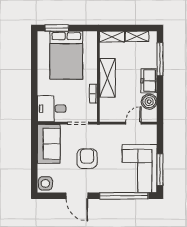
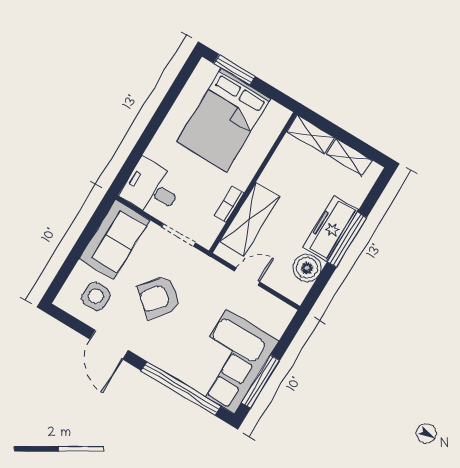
window: (160, 59) -> (347, 240), moved
shelving: (107, 78) -> (250, 219), moved
freezer: (149, 81) -> (331, 229), width x1.40
door: (133, 123) -> (247, 276), moved
armchair: (87, 159) -> (159, 297), turned -140
side table: (45, 183) -> (96, 296), moved

